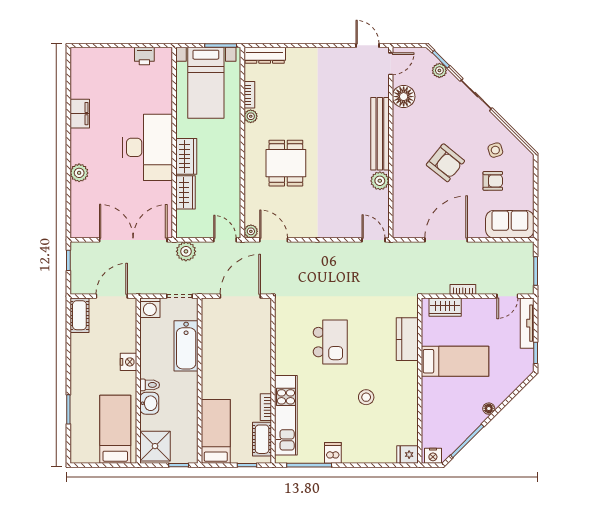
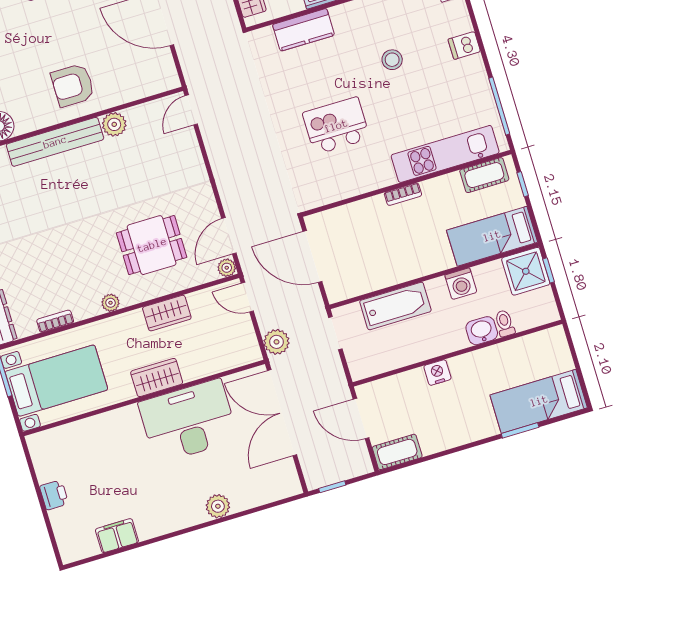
printer: (144, 56) -> (54, 495), moved
filing cabinet: (80, 114) -> (117, 536), moved
plant: (251, 116) -> (110, 303), moved
desk: (148, 147) -> (188, 421), moved
dining table: (286, 163) -> (152, 245), moved
armchair: (445, 163) -> (73, 85), moved, turned -129
wardrobe: (186, 192) -> (167, 313), moved, turned 180
door: (225, 240) -> (247, 297), hinge flipped
washing machine: (150, 308) -> (461, 284), moved, turned 90
toilet: (150, 385) -> (505, 323), moved
bookcase: (266, 407) -> (403, 194), moved
bed: (115, 429) -> (539, 401), moved
shower: (155, 446) -> (526, 271), moved
dishwasher: (333, 453) -> (464, 45), moved

